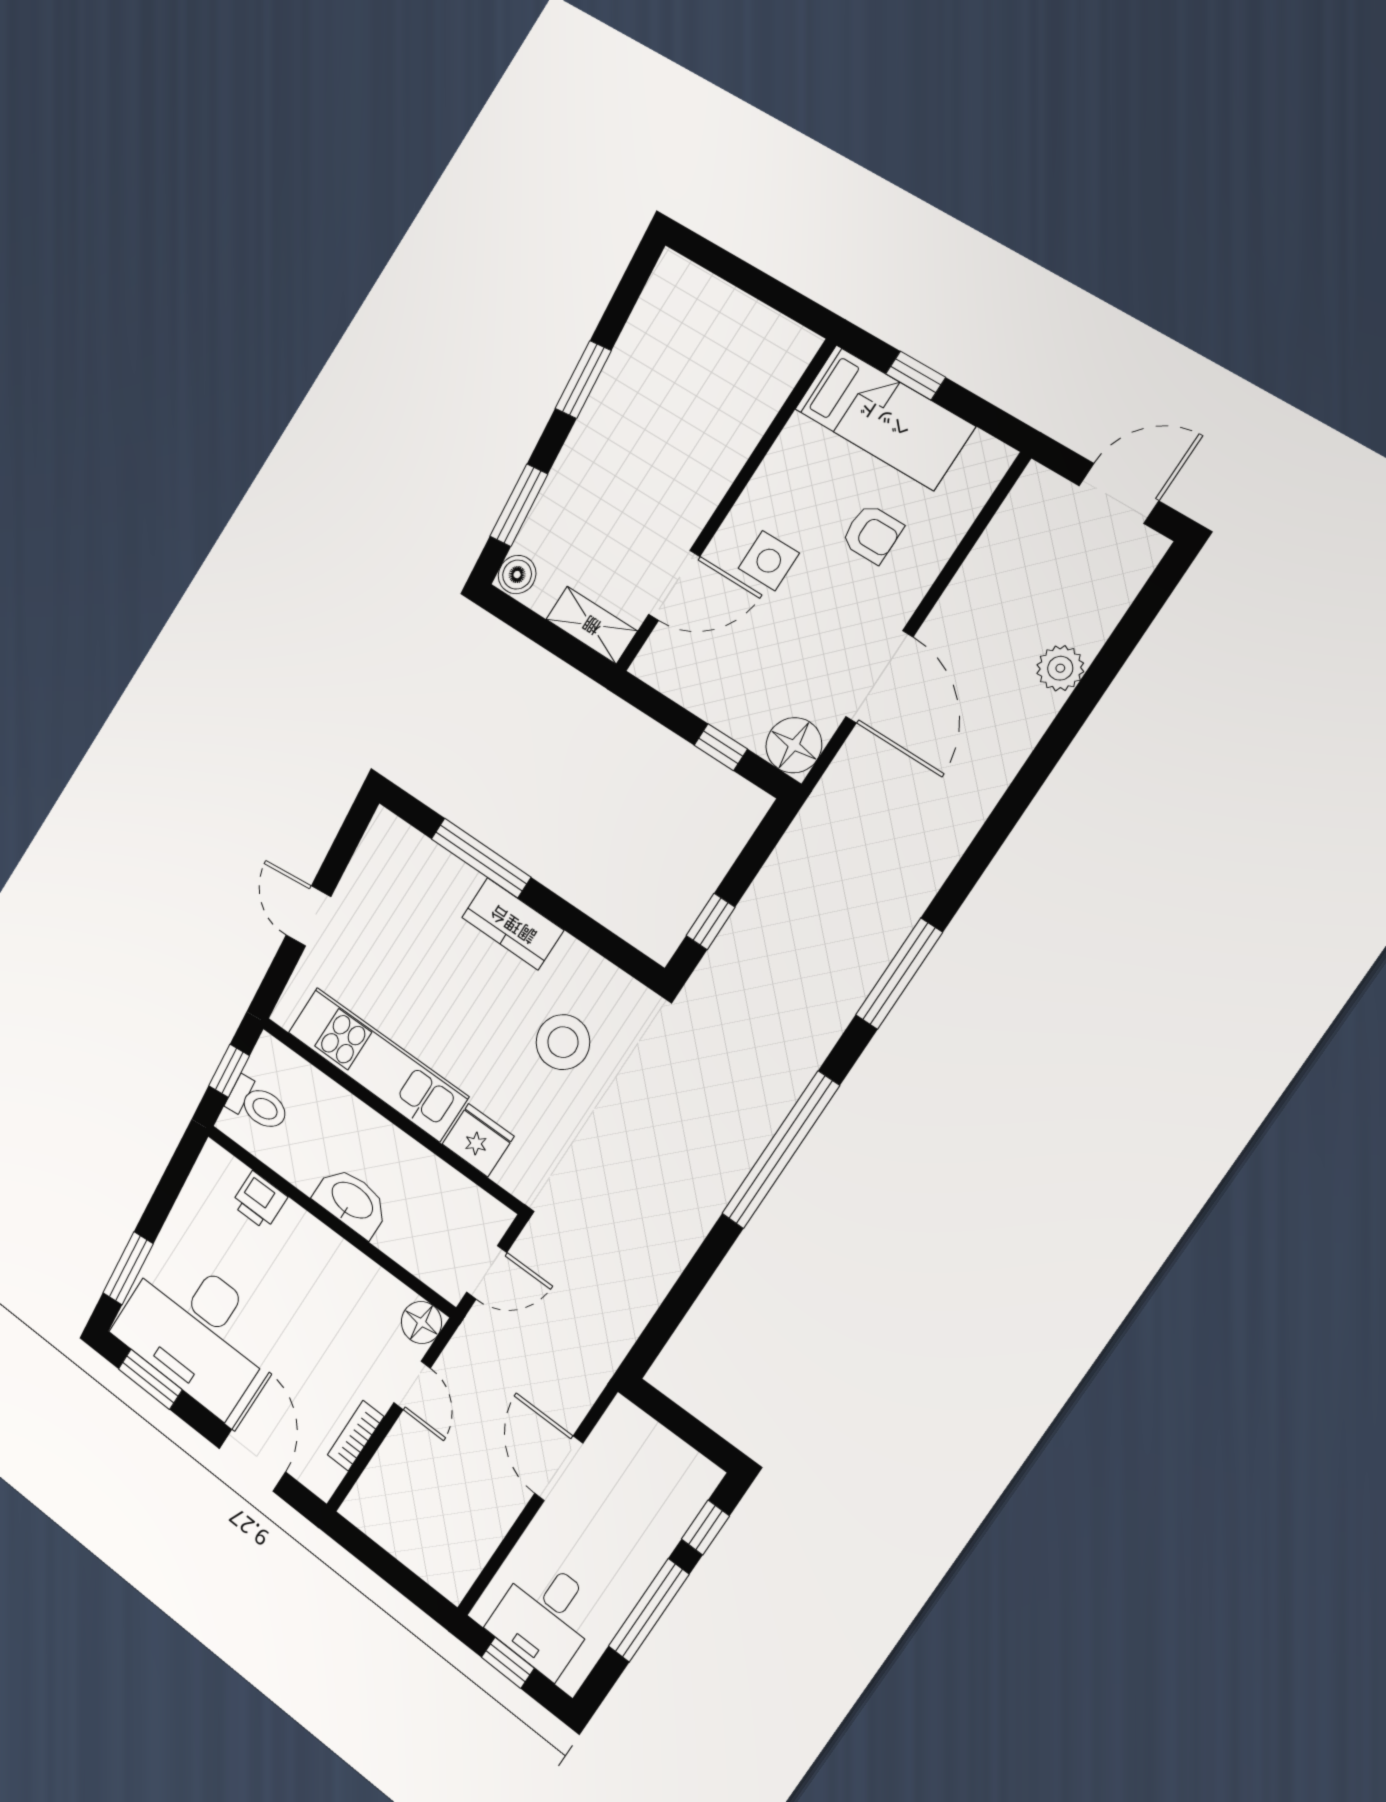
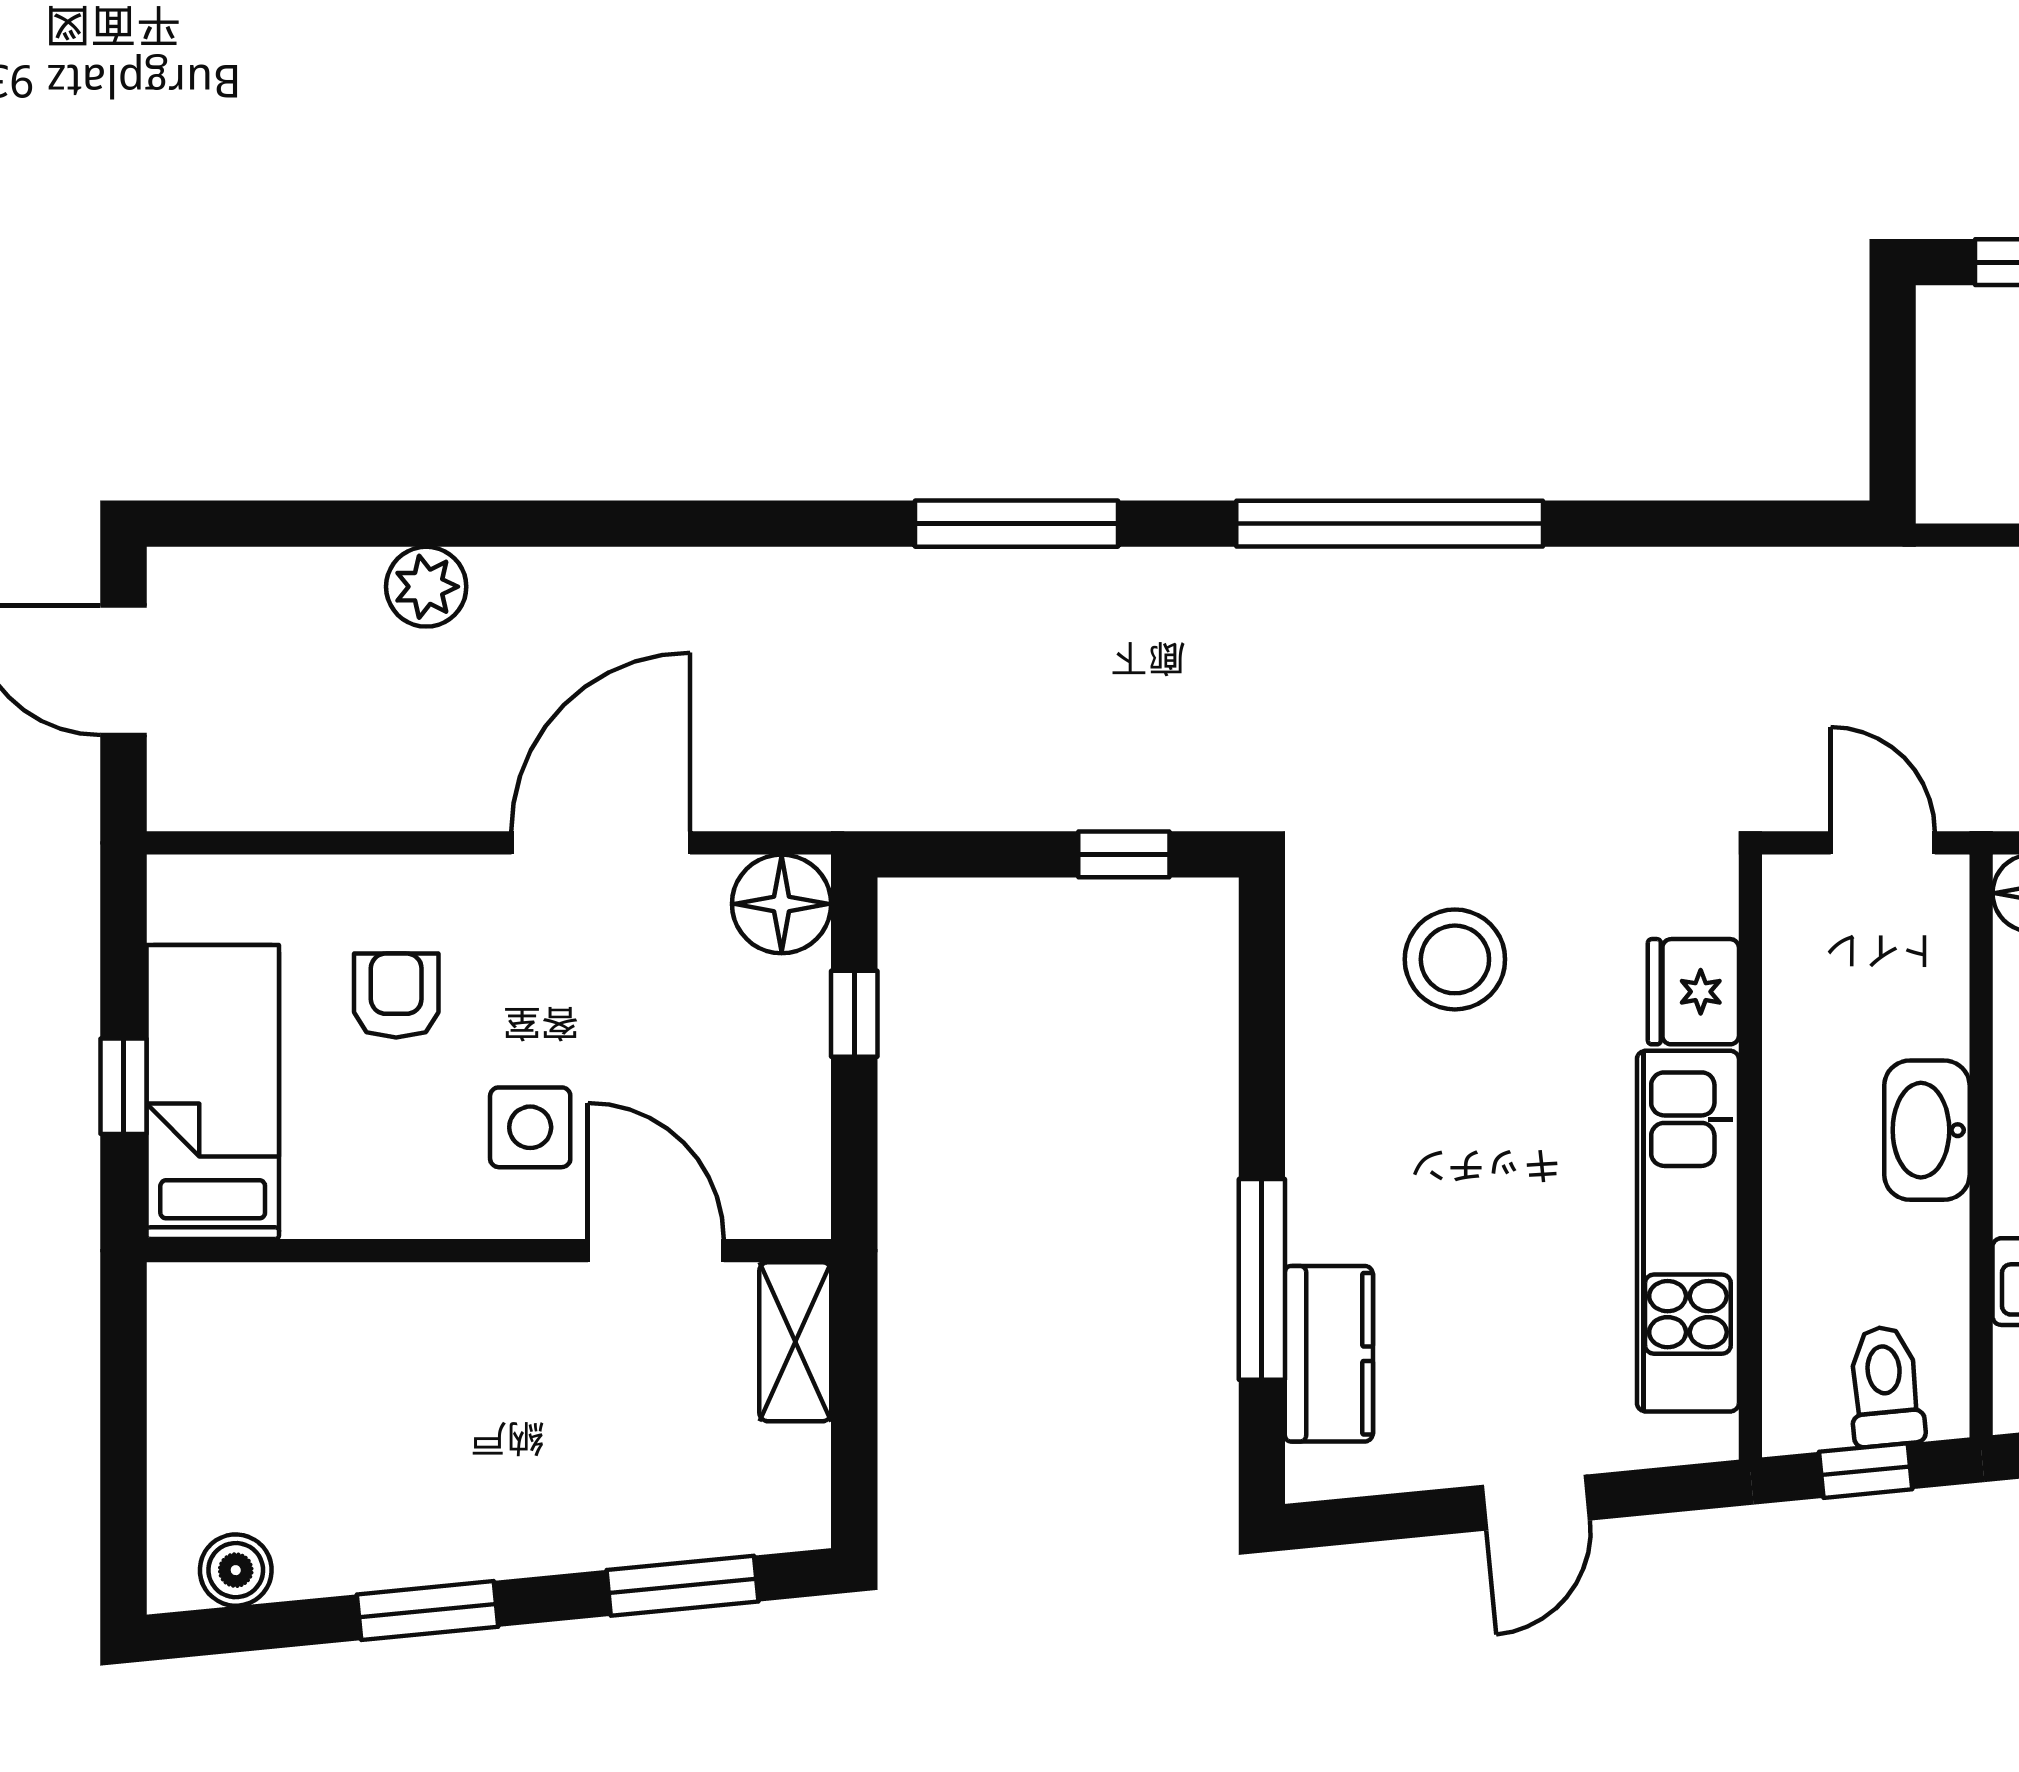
boiler: (517, 575) -> (236, 1570), moved
kitchen counter: (513, 924) -> (1329, 1354), moved

